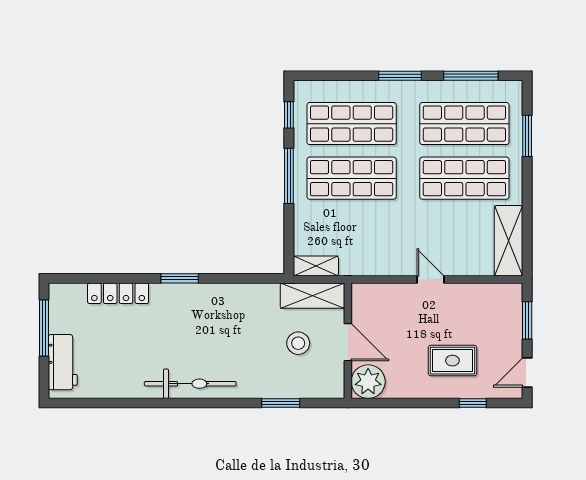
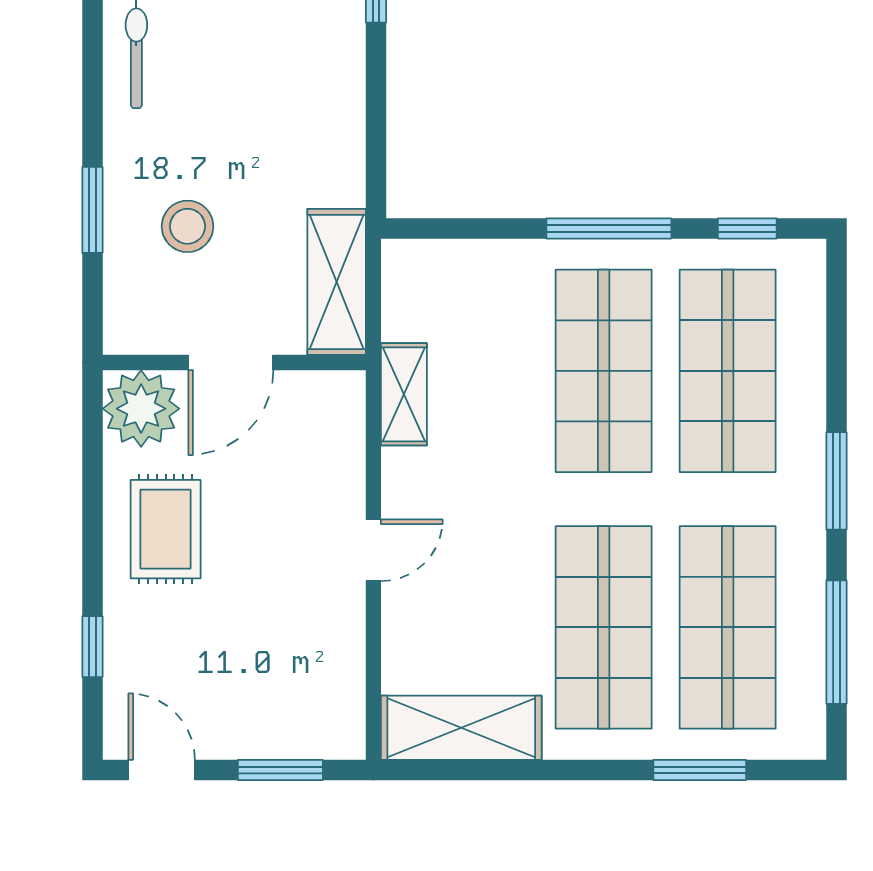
shelving: (316, 266) -> (404, 394), moved
stool: (298, 343) -> (187, 226), moved
rug: (452, 361) -> (166, 529), moved

